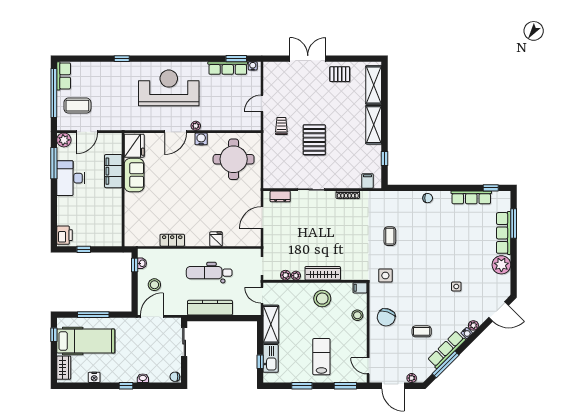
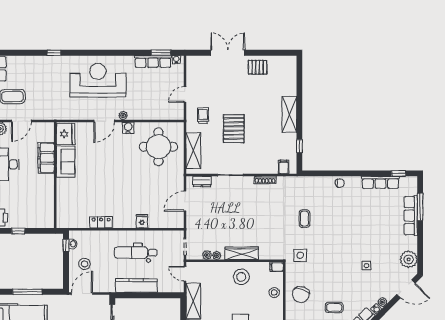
shelving: (374, 85) -> (193, 151), moved
plant: (501, 265) -> (409, 259), moved

